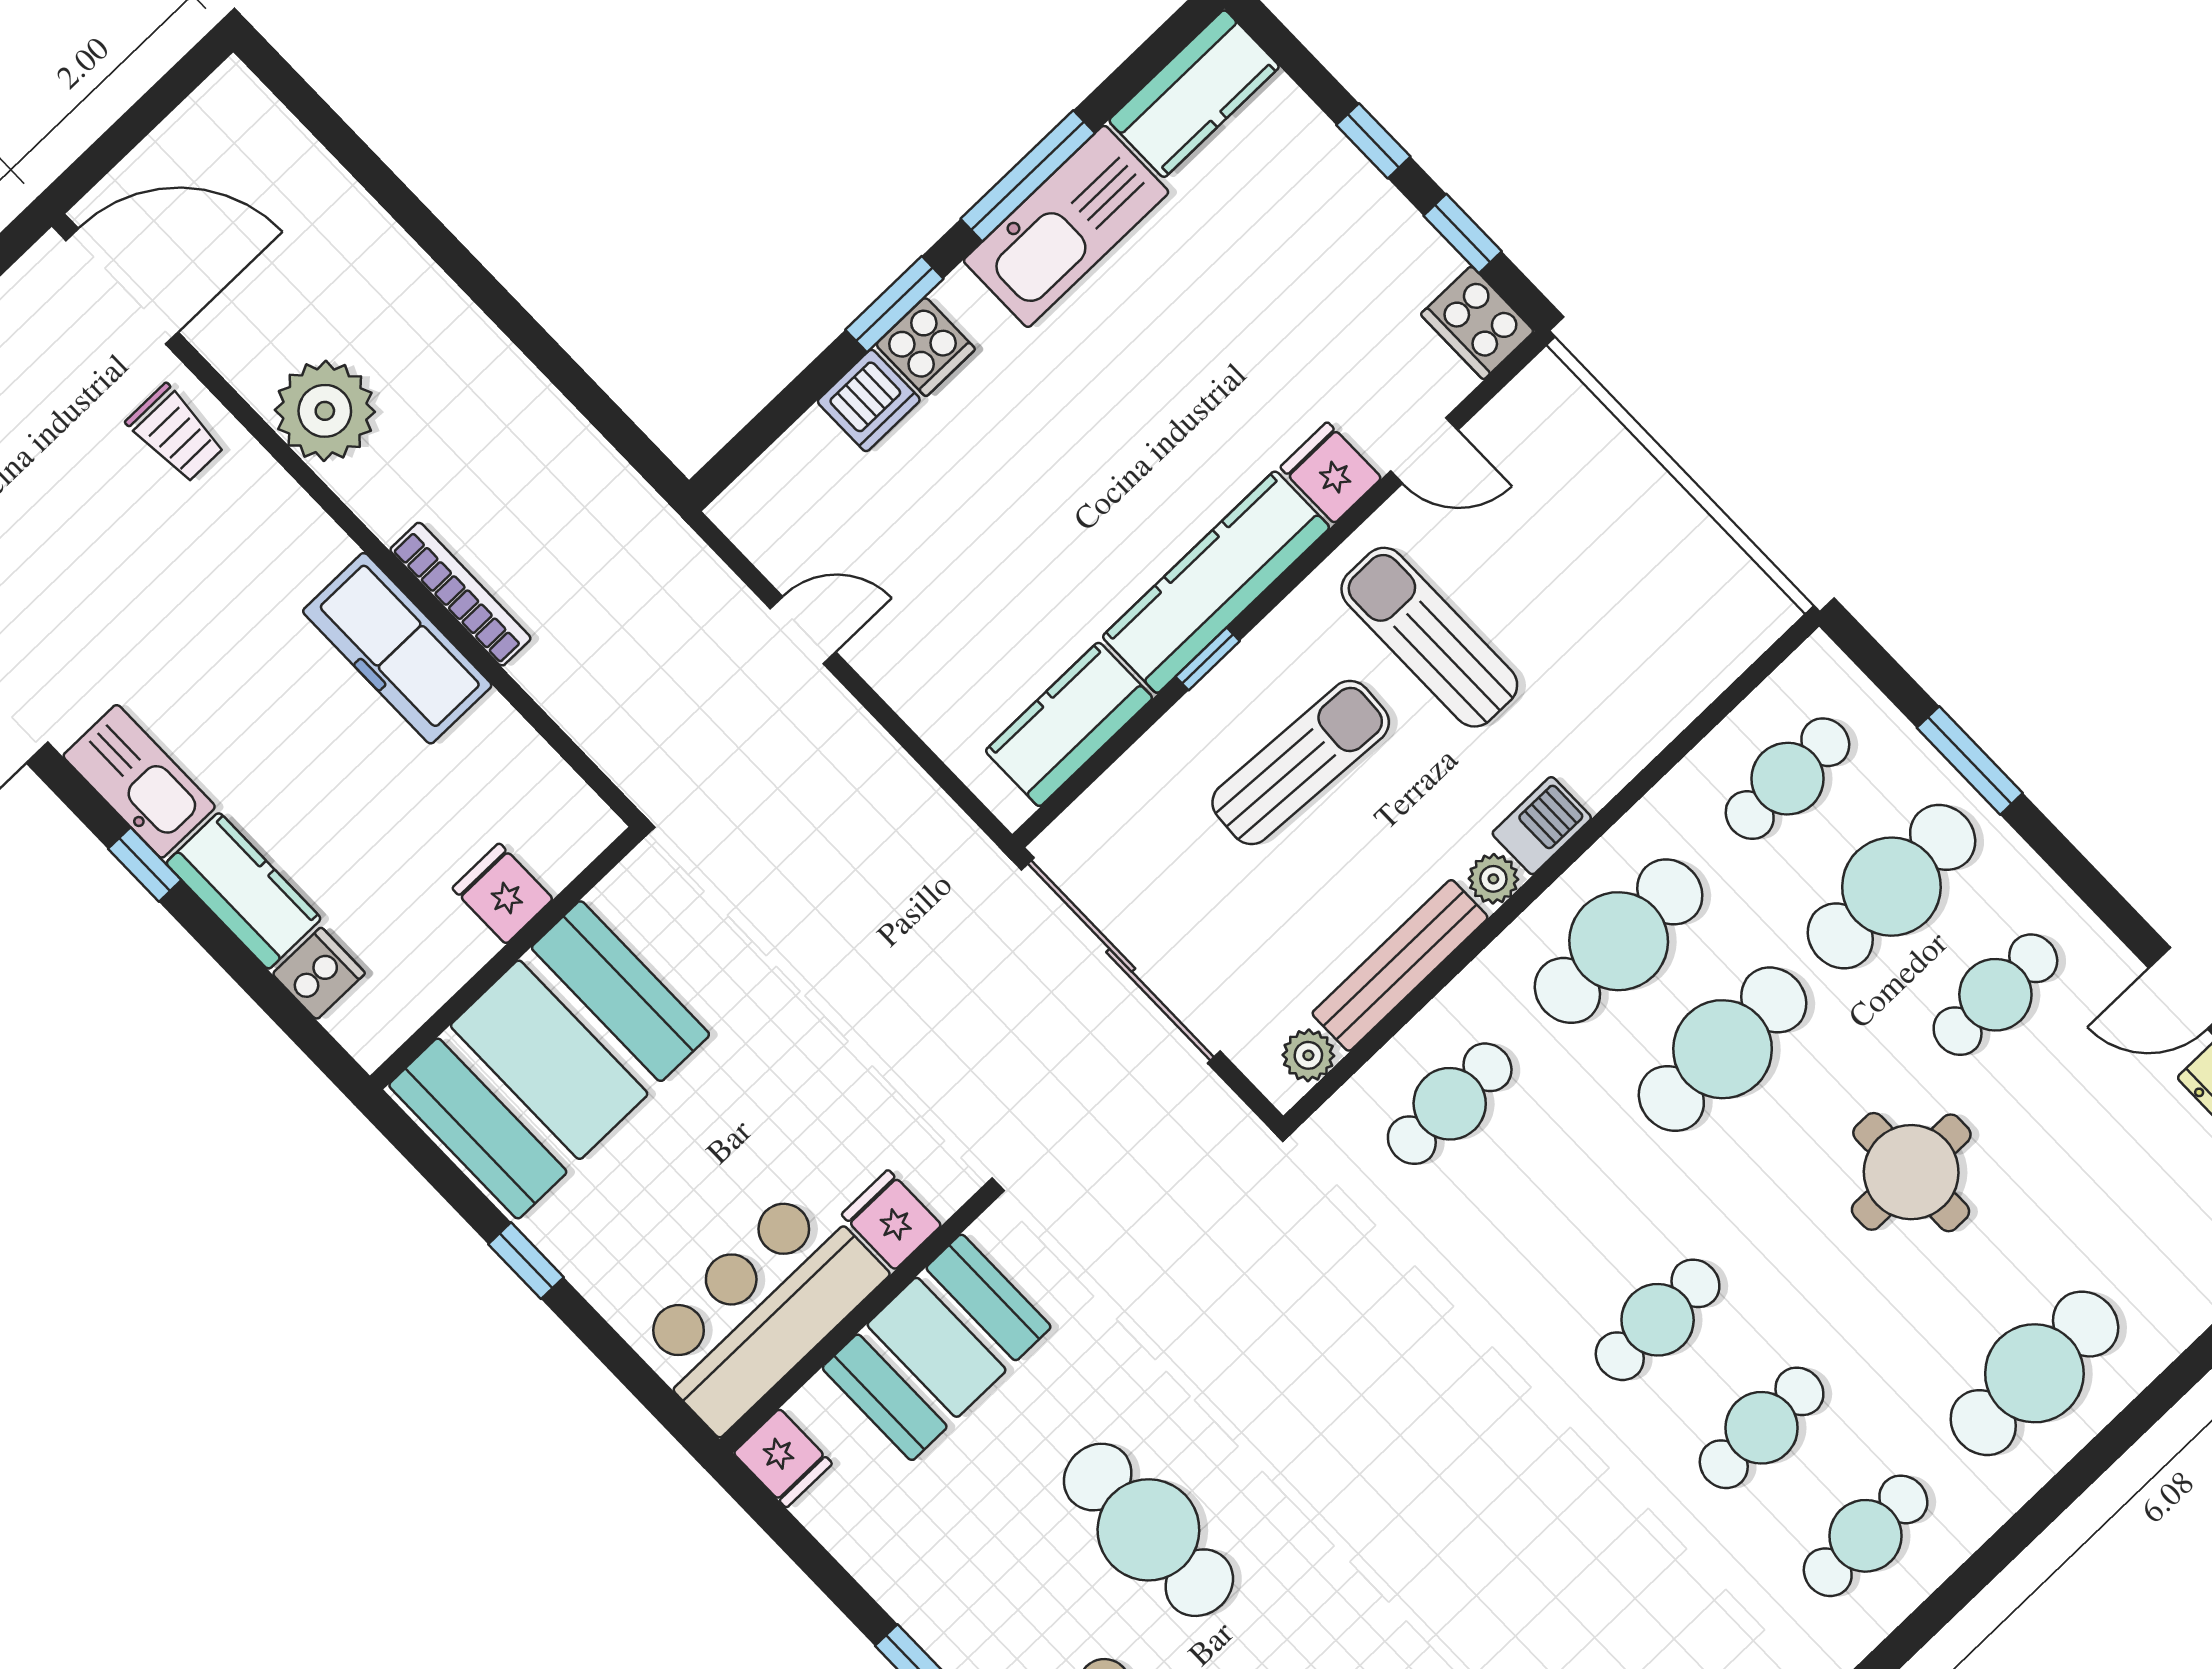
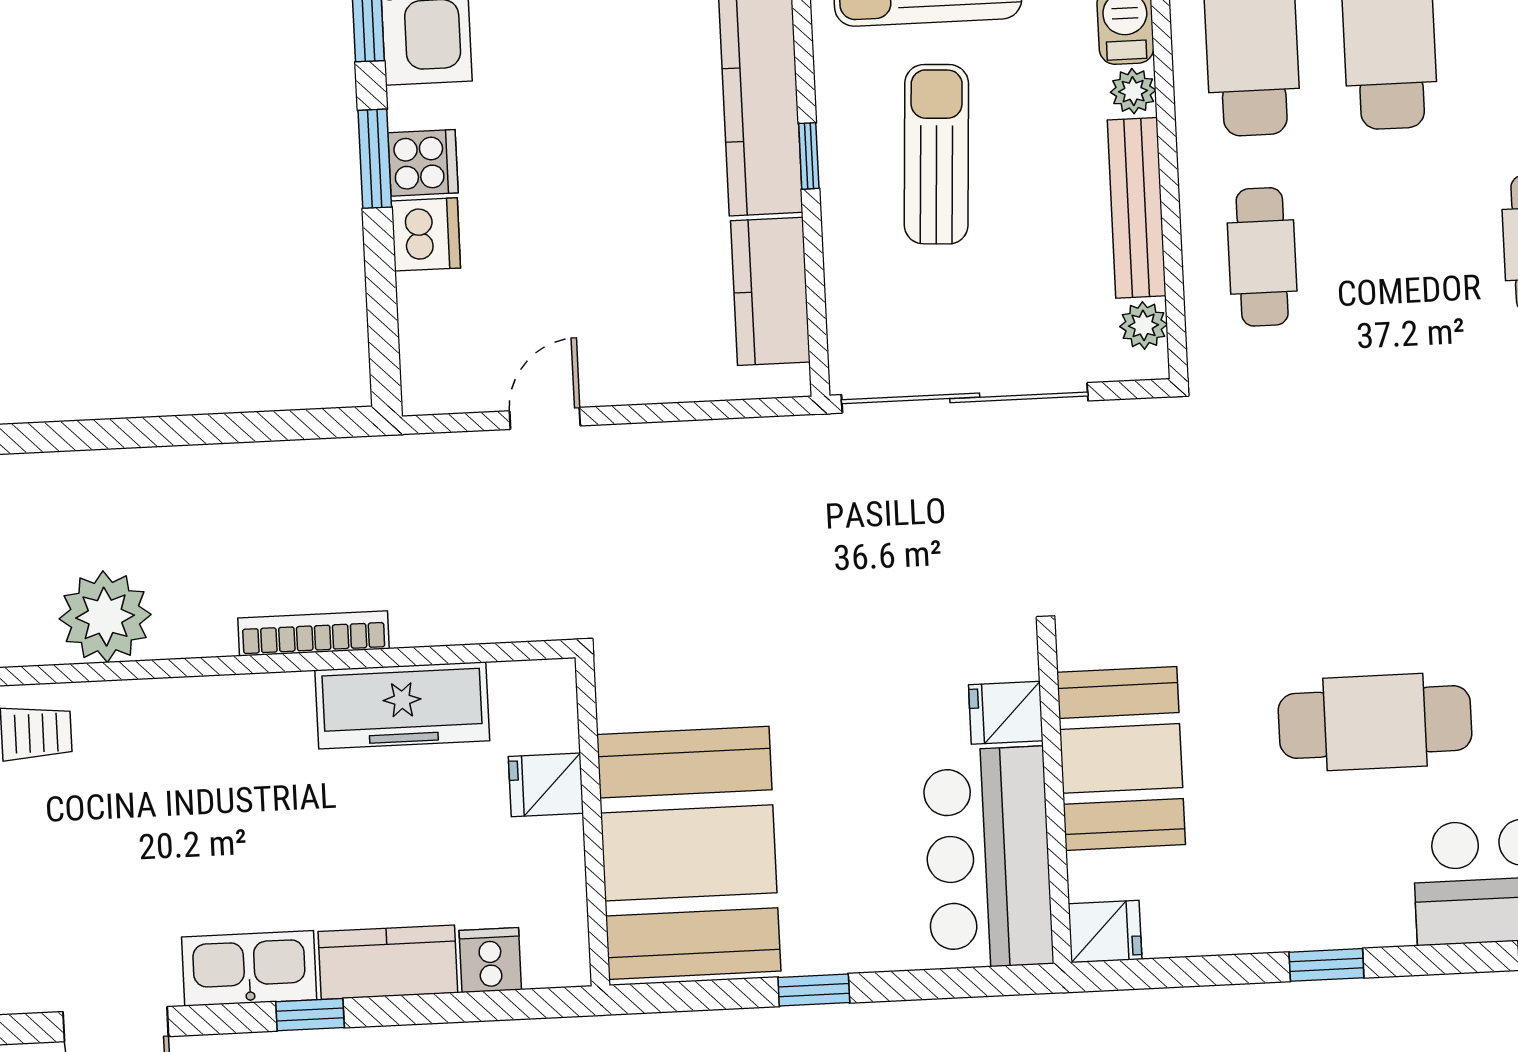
freezer: (397, 648) -> (402, 705), moved

